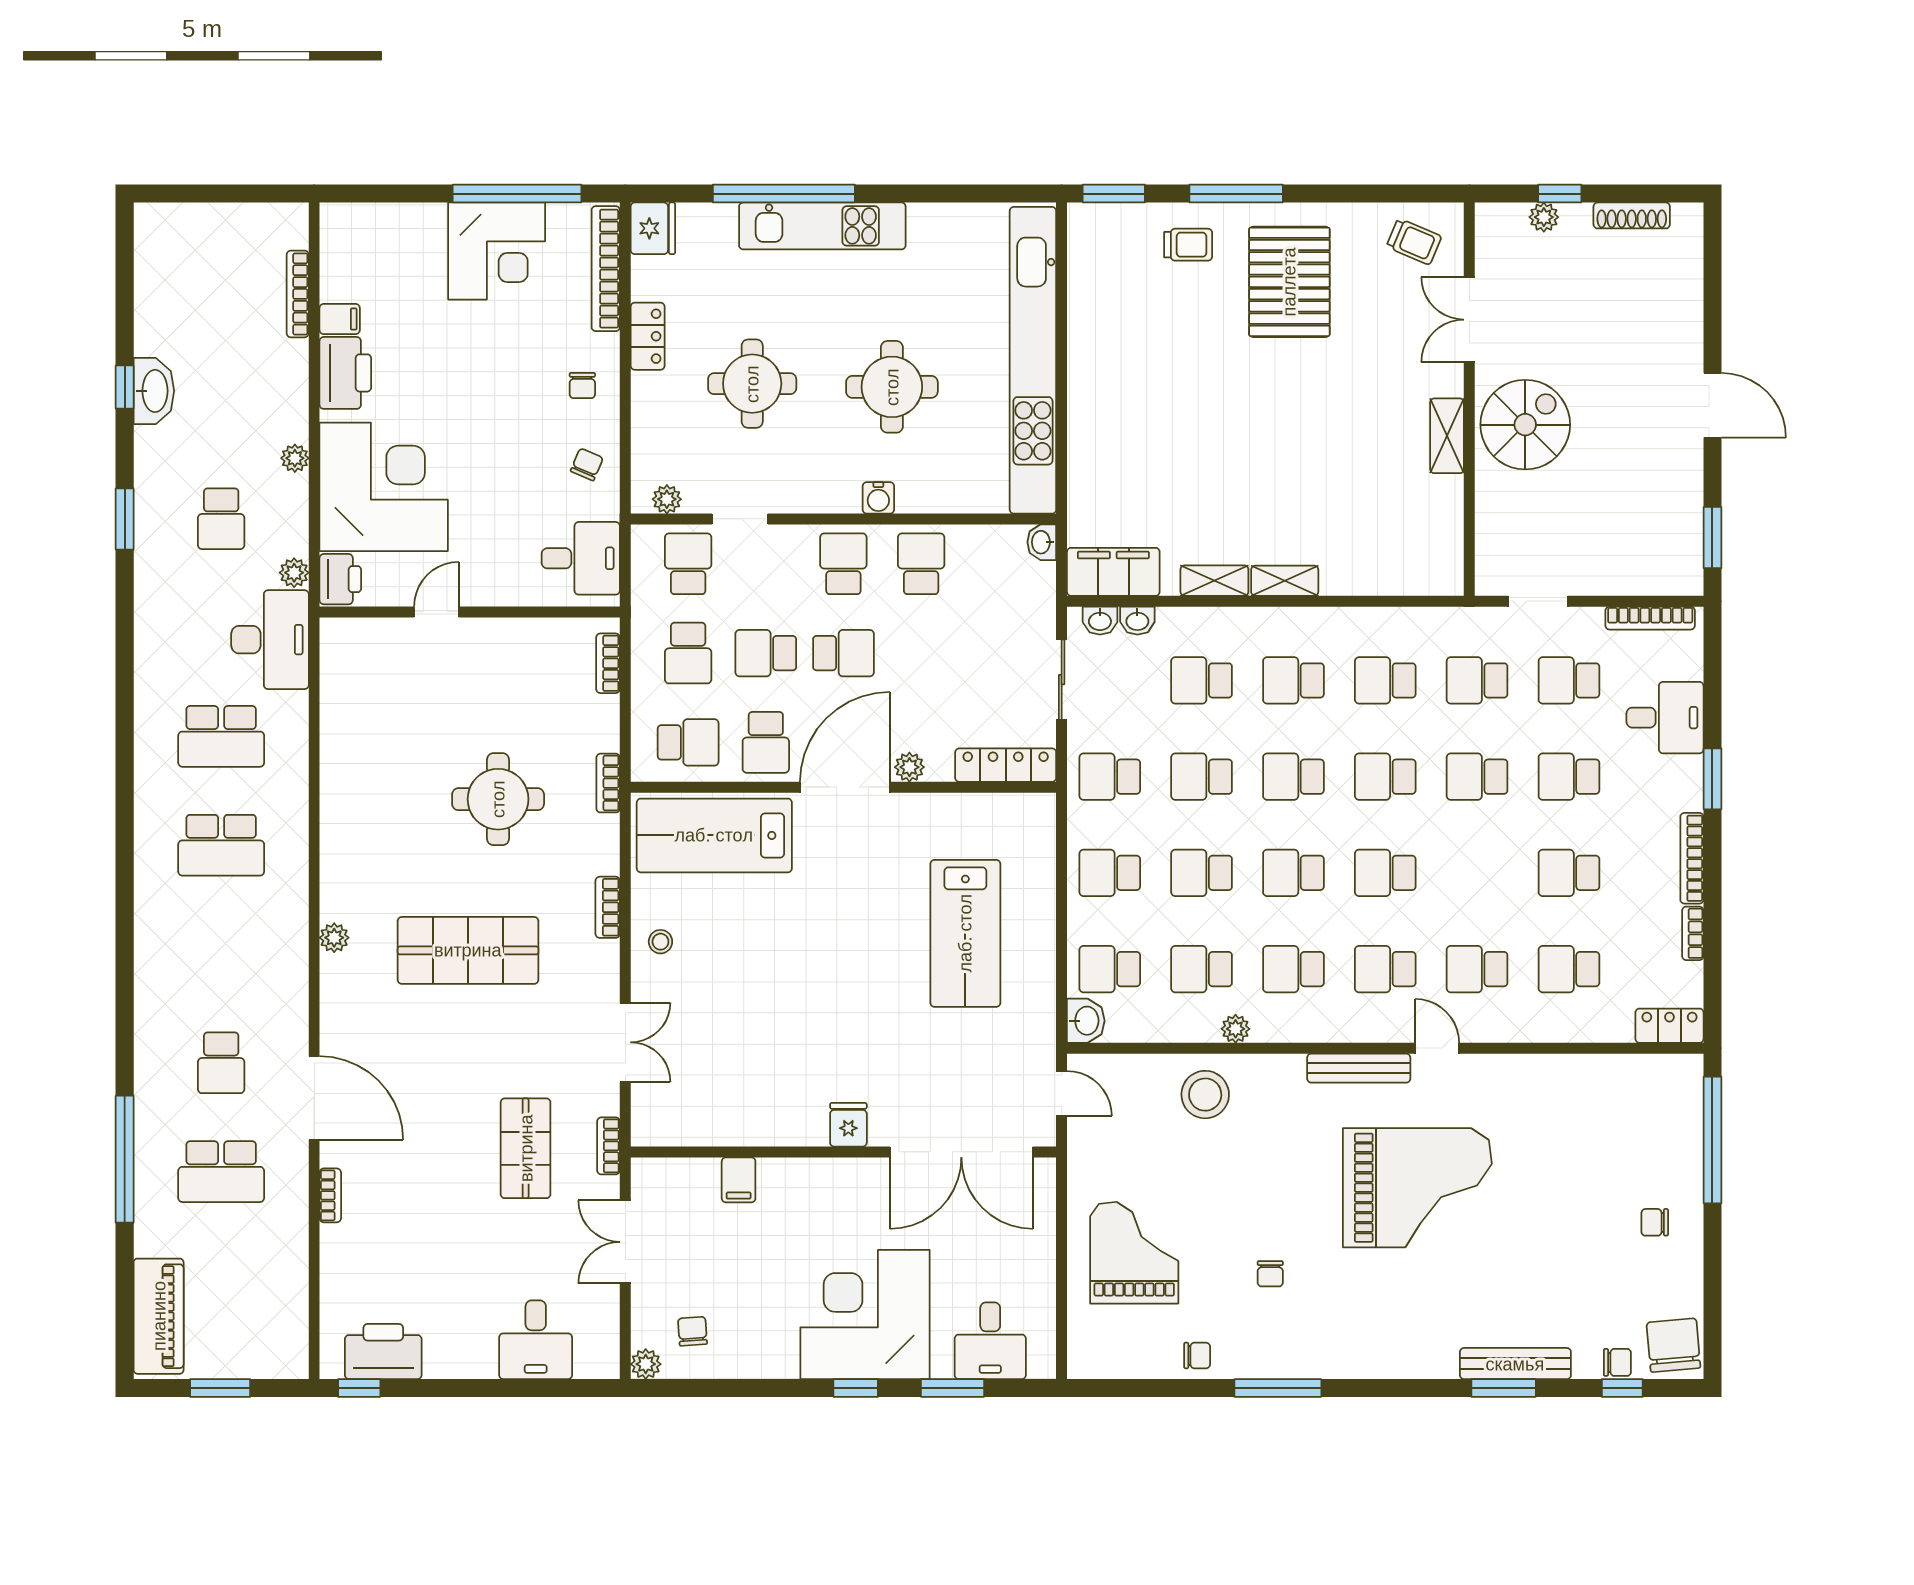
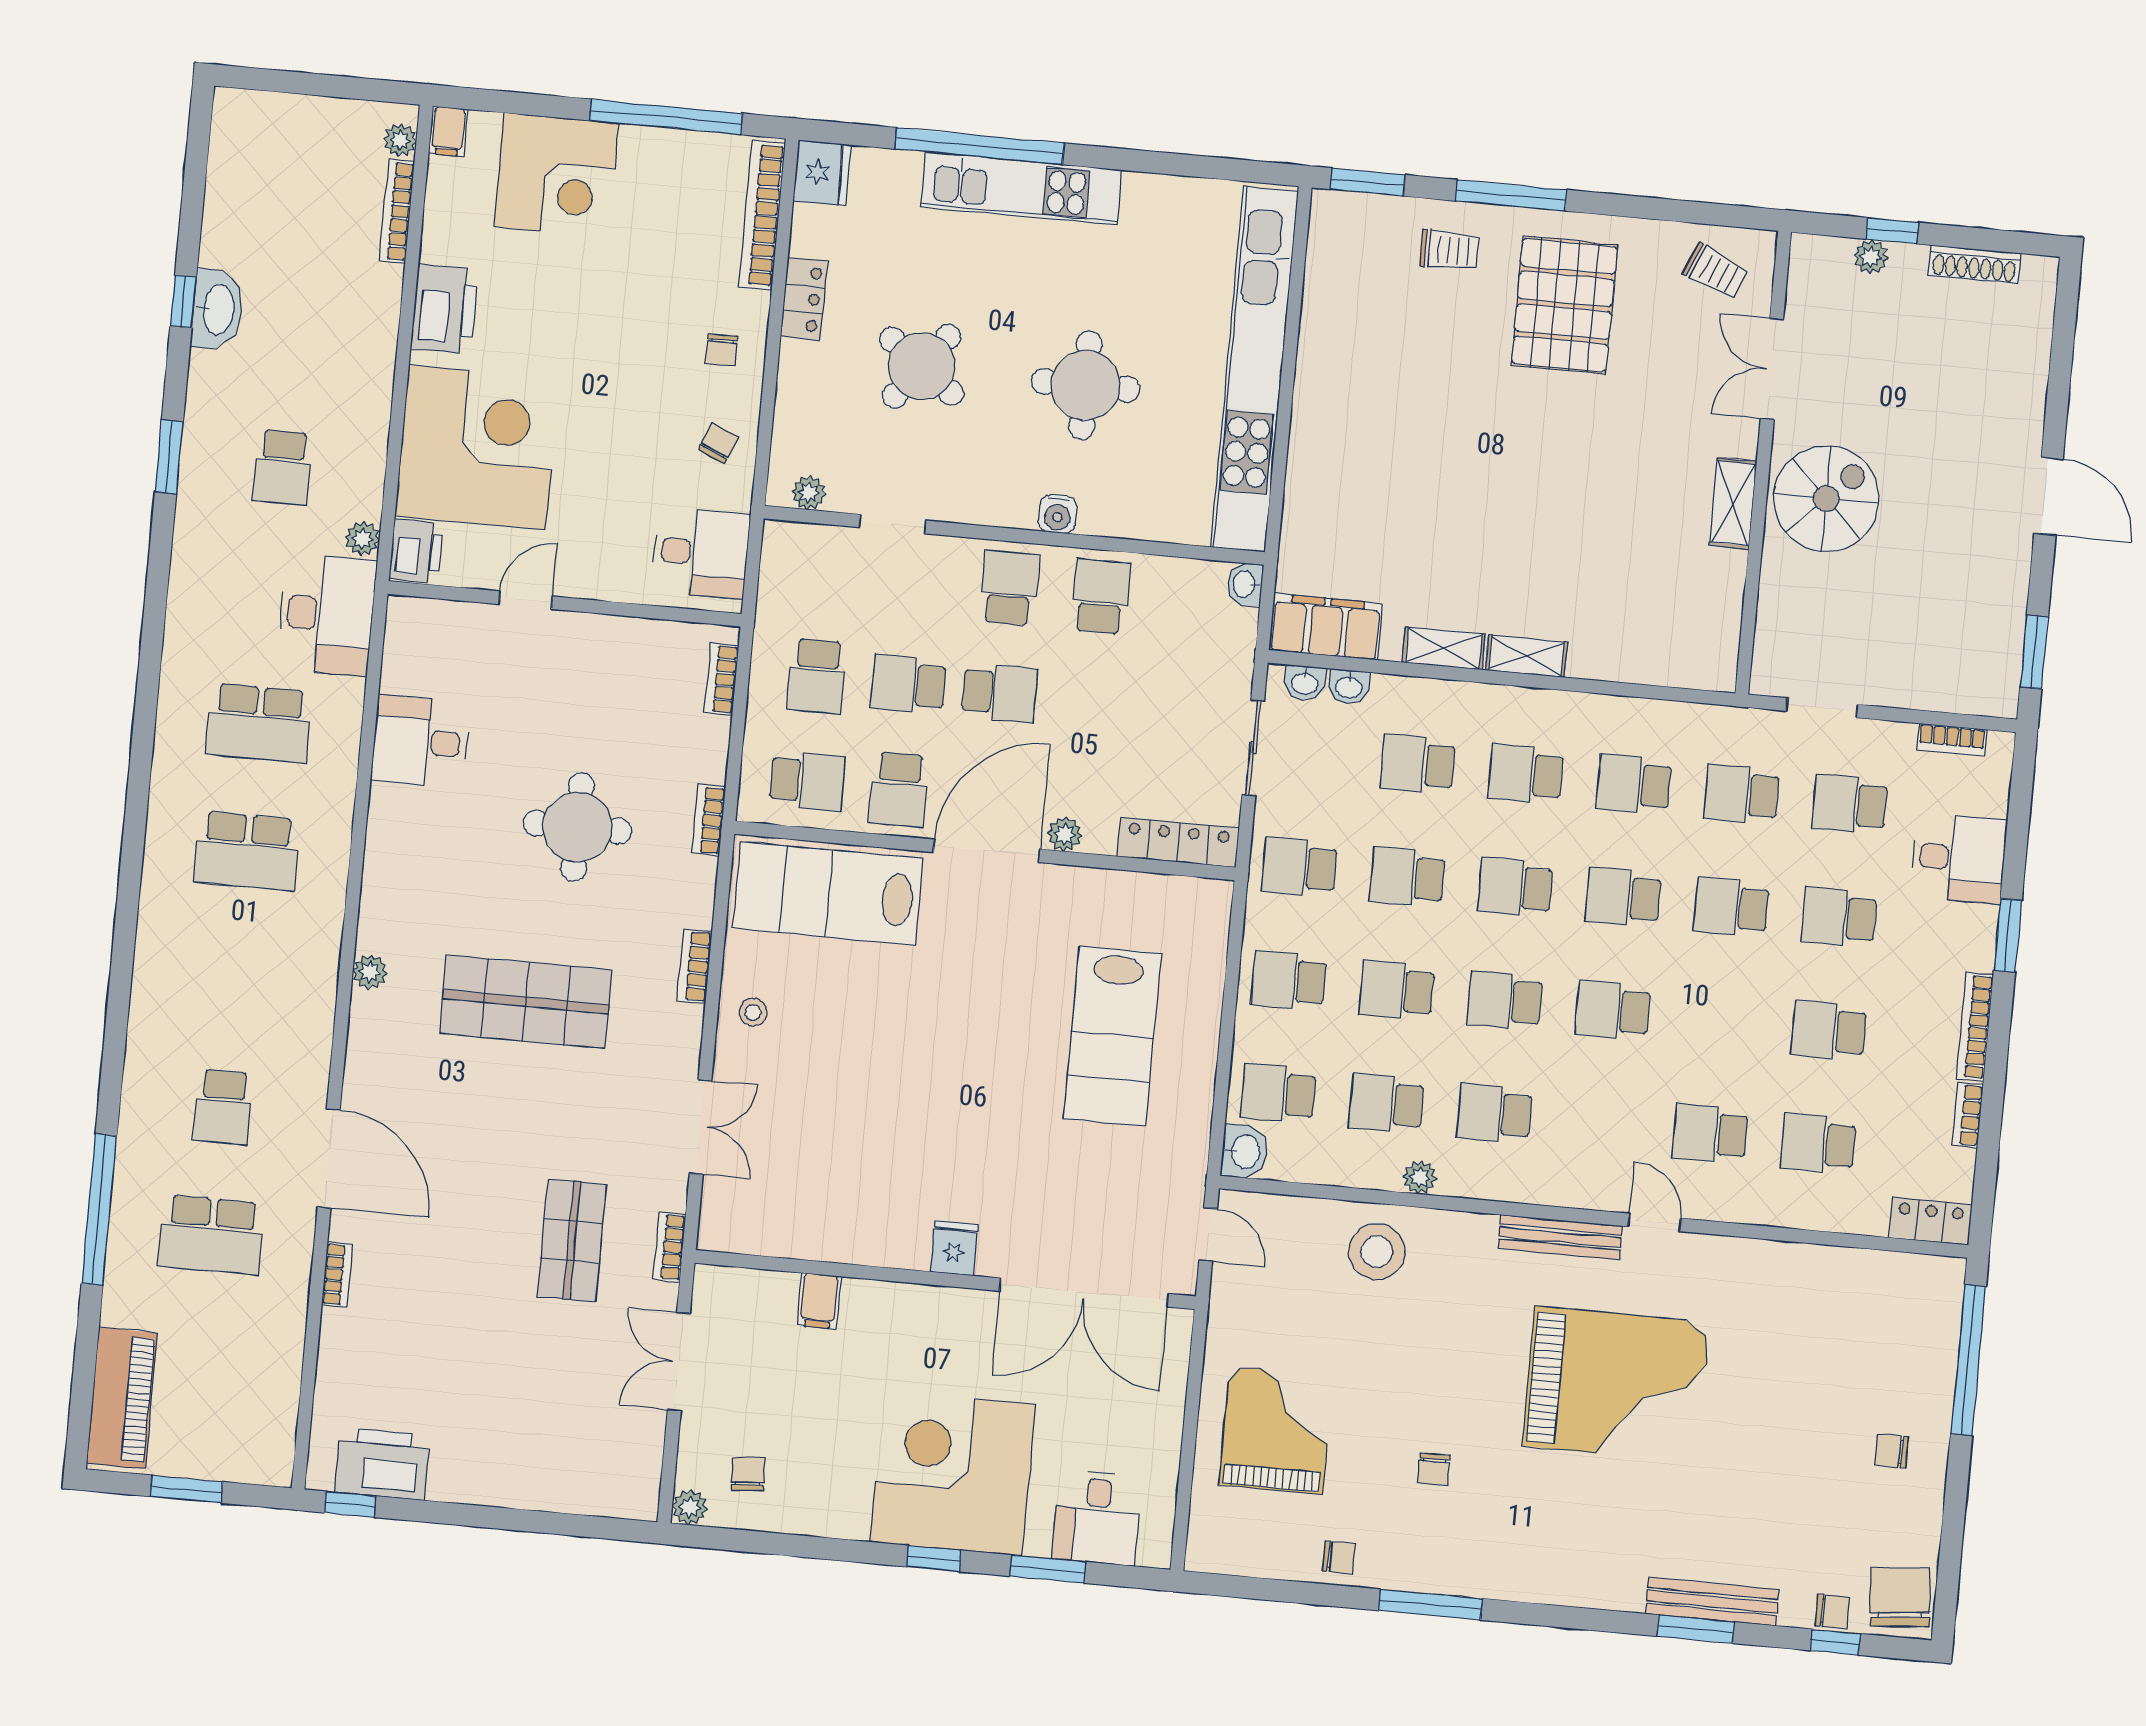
corner desk: (497, 251) -> (556, 175), moved
filing cabinet: (340, 319) -> (448, 131), moved, turned 90
round table: (752, 384) -> (922, 366), turned 37
plant: (295, 458) -> (400, 140), moved
school desk: (688, 564) -> (827, 571), removed
bookcase: (1650, 618) -> (1952, 740), width x0.64
school desk: (1385, 969) -> (1602, 1124), removed
desk: (536, 1340) -> (420, 742), moved, turned 90

